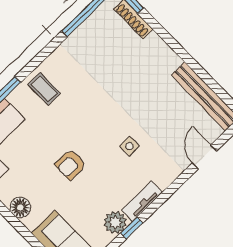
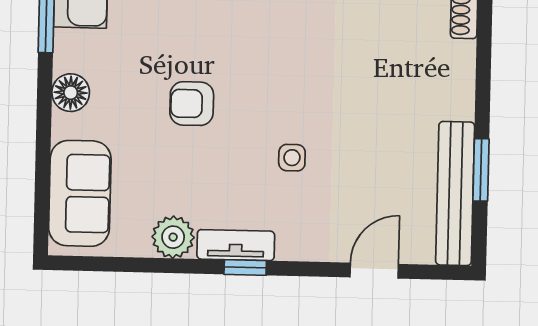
window: (206, 77) -> (481, 170), added
window: (132, 228) -> (245, 267), moved

